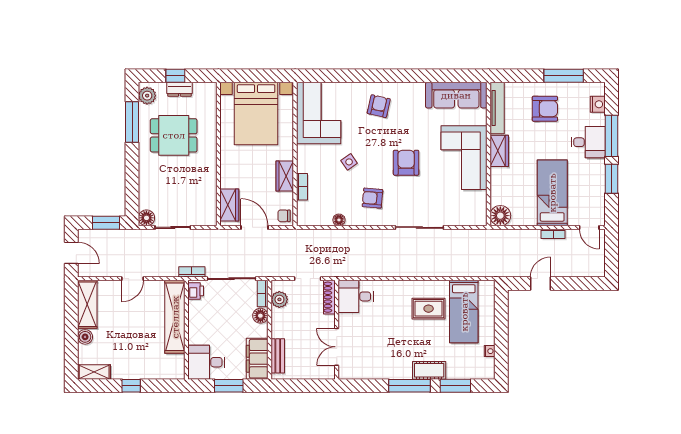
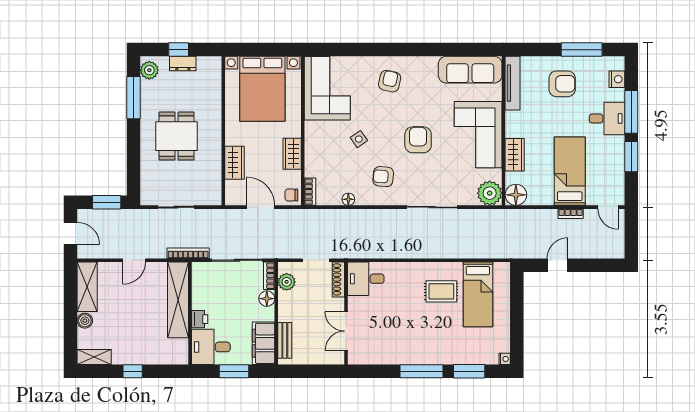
dining table: (174, 135) -> (177, 136), moved, turned 90
wardrobe: (499, 151) -> (515, 155), moved
bookcase: (302, 187) -> (310, 192), moved
wardrobe: (229, 205) -> (235, 163), moved
plant: (475, 214) -> (490, 193), added
floor lamp: (146, 218) -> (149, 197), removed
bookcase: (192, 272) -> (188, 253), width x1.56
printer: (196, 291) -> (200, 319), moved
nightstand: (490, 351) -> (505, 359), moved
cot: (429, 370) -> (442, 355), removed

